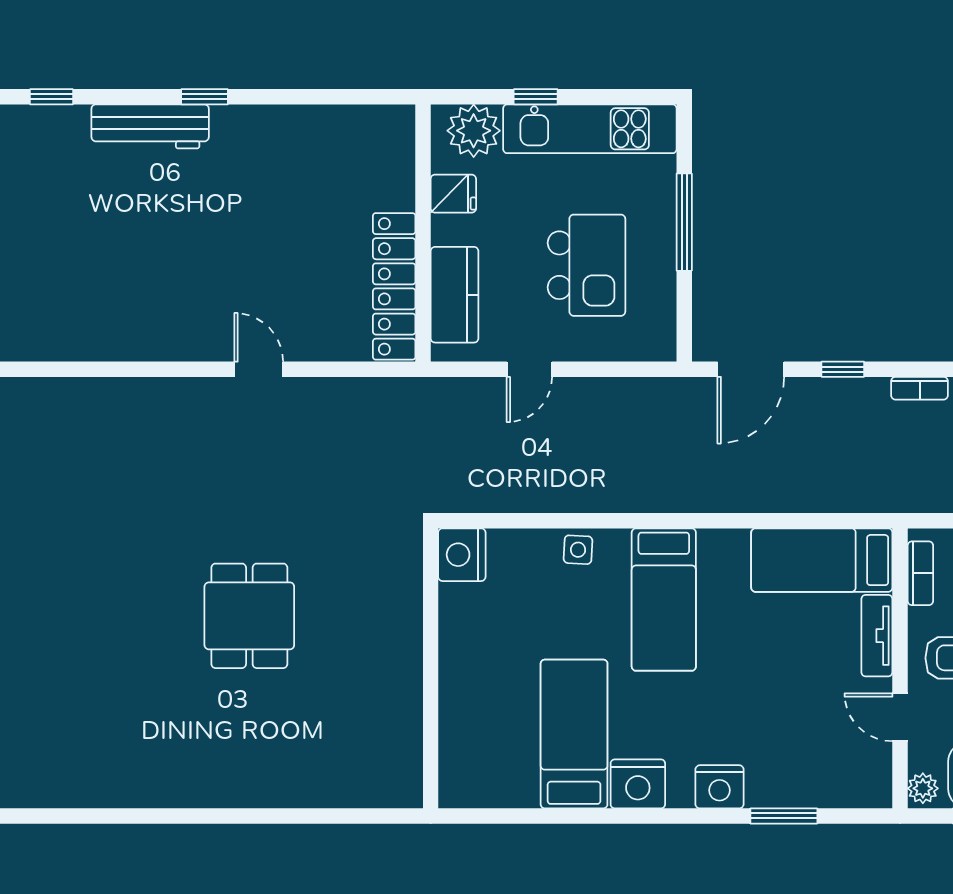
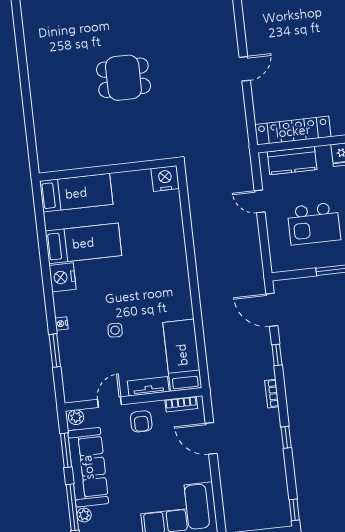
side table: (578, 550) -> (115, 330), moved
bed: (664, 600) -> (76, 193), moved, turned 180
nightstand: (720, 787) -> (61, 324), width x0.53, depth x0.56

